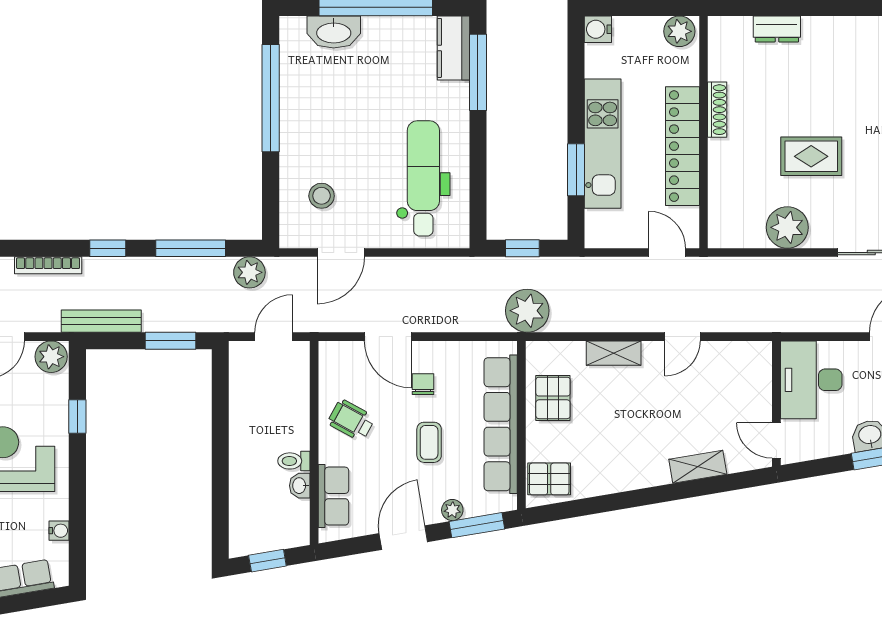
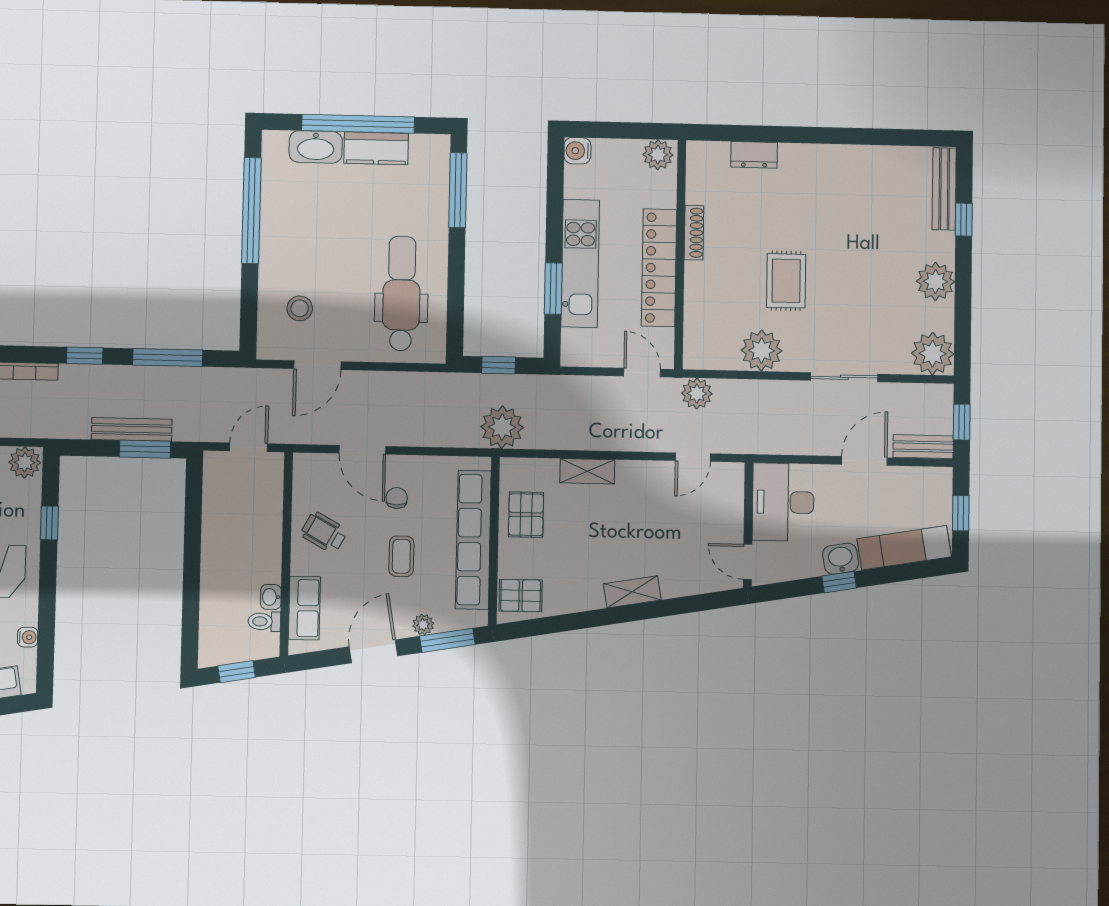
kitchen counter: (453, 48) -> (376, 148), moved, turned -90
rug: (811, 156) -> (786, 281), turned 90
plant: (249, 272) -> (697, 394), moved
bench: (101, 321) -> (132, 429), moved
door: (682, 337) -> (693, 457), moved
toilet: (294, 461) -> (264, 621), moved
shelving: (698, 467) -> (632, 592), moved

